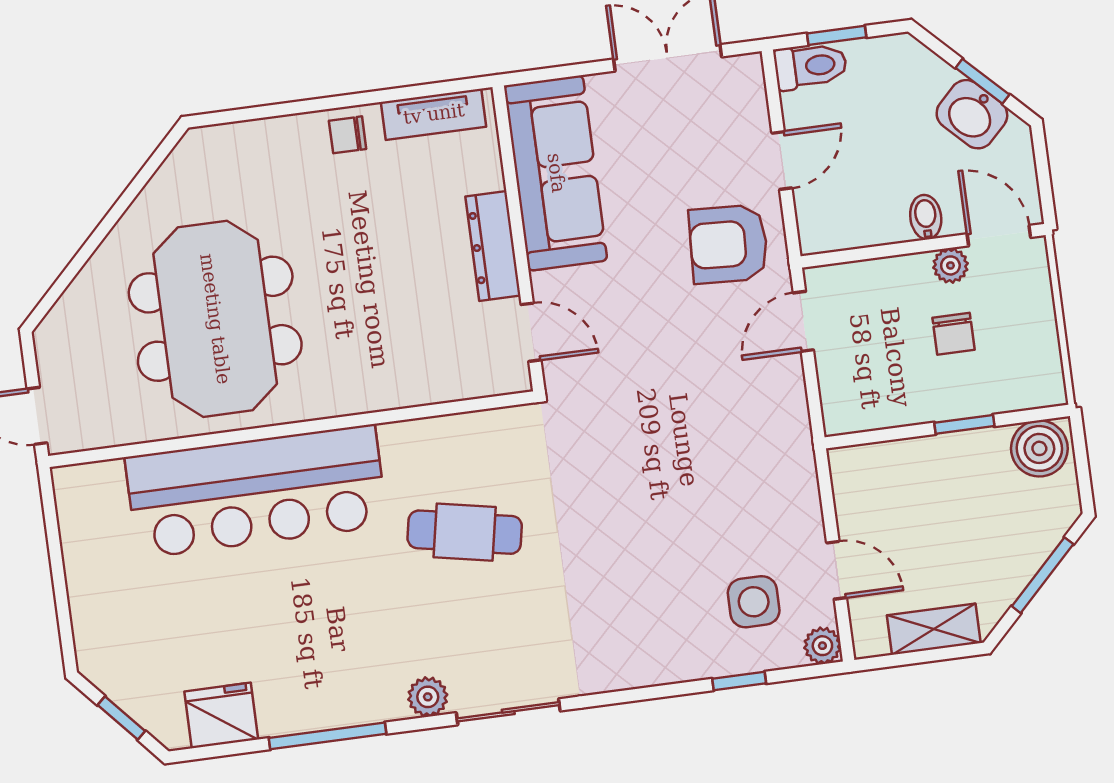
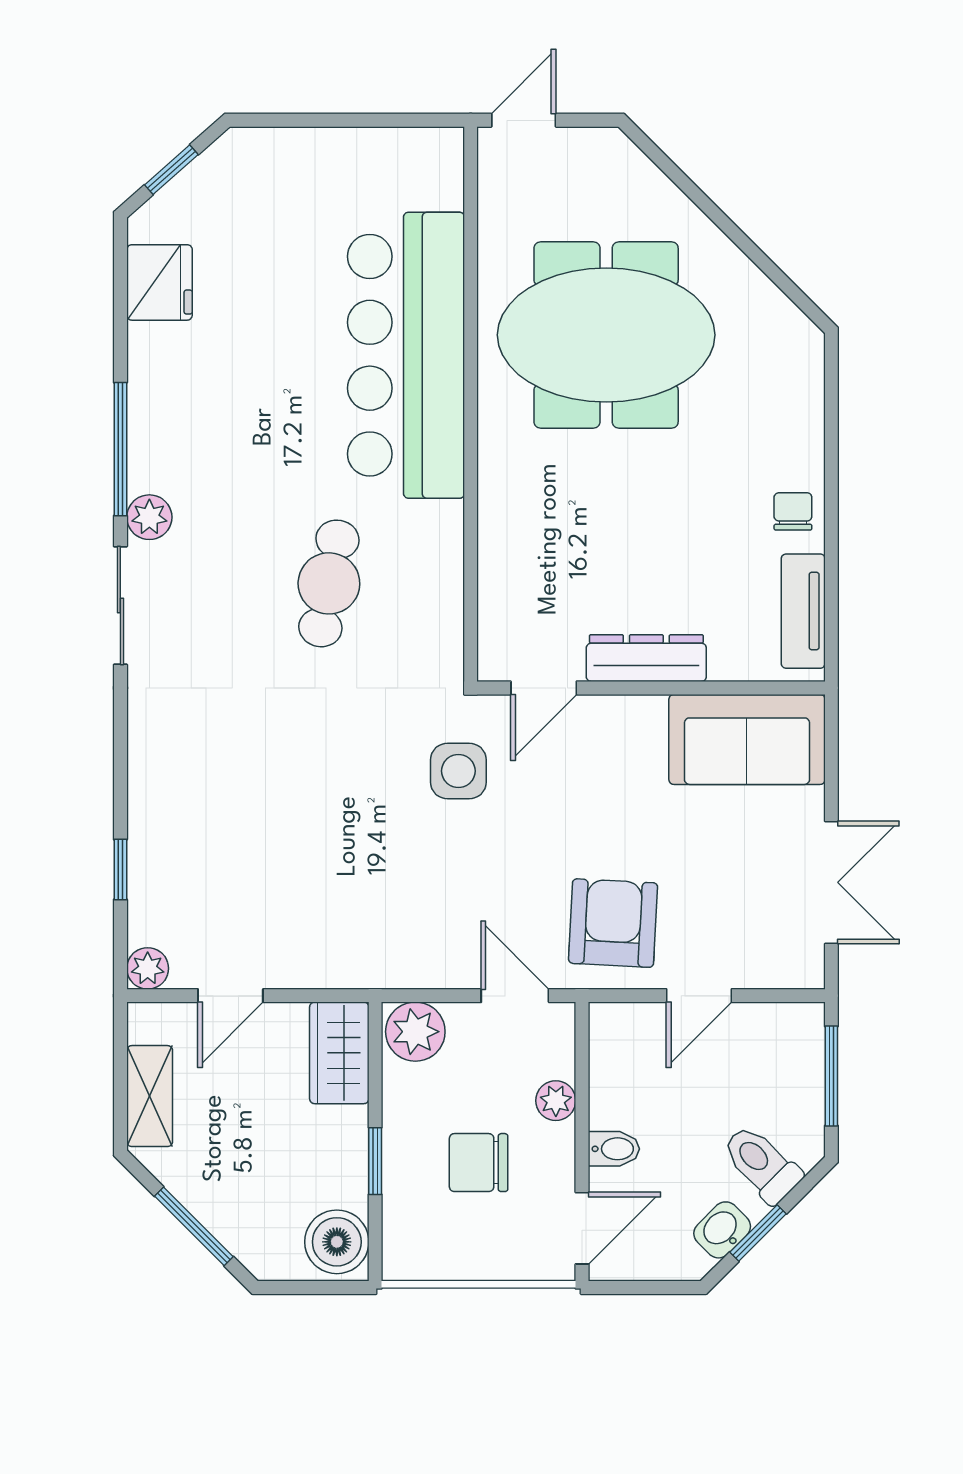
window: (837, 35) -> (831, 1076), width x1.50
toilet: (810, 66) -> (762, 1164), moved, turned 135
washbasin: (972, 114) -> (722, 1230), width x0.72, depth x0.69
door: (782, 161) -> (699, 996), hinge flipped
sofa: (556, 173) -> (747, 739), width x0.73
plant: (950, 265) -> (556, 1101), moved
chair: (954, 334) -> (479, 1163), width x1.37, depth x1.37
plant: (846, 404) -> (415, 1032), added
wardrobe: (874, 468) -> (339, 1053), added
side table: (754, 602) -> (458, 771), moved
window: (328, 736) -> (120, 449), moved

